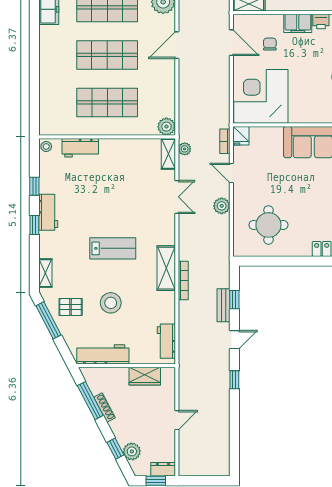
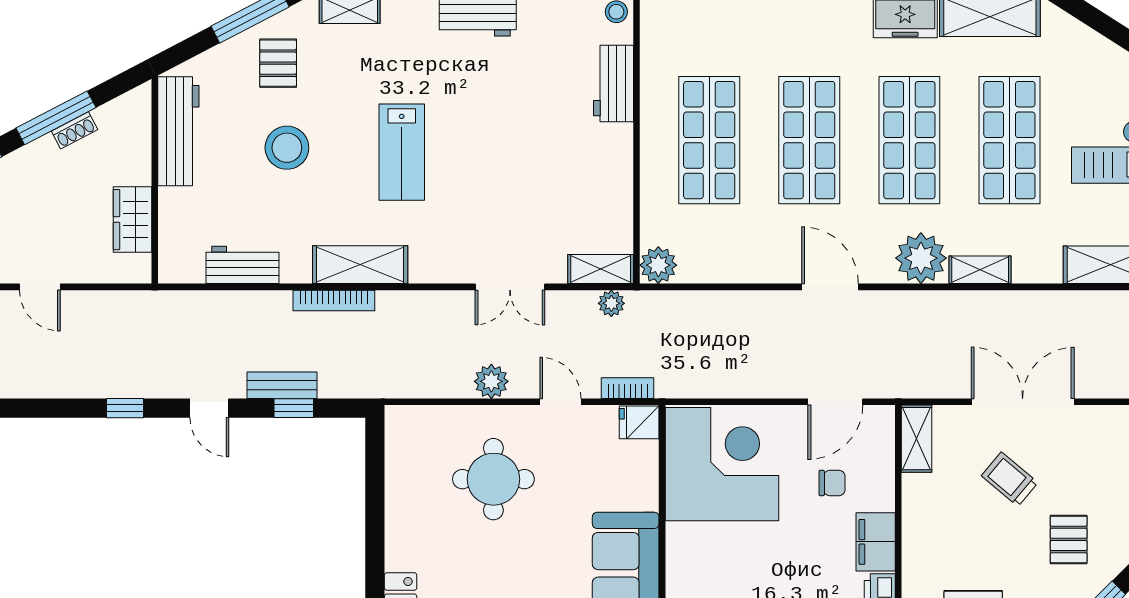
door: (231, 173) -> (560, 402), hinge flipped
round table: (268, 225) -> (493, 479), moved
workbench: (166, 341) -> (242, 265), moved
window: (90, 401) -> (56, 118), moved
shoe rack: (104, 407) -> (75, 130), width x0.70

